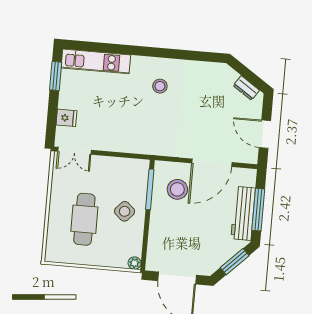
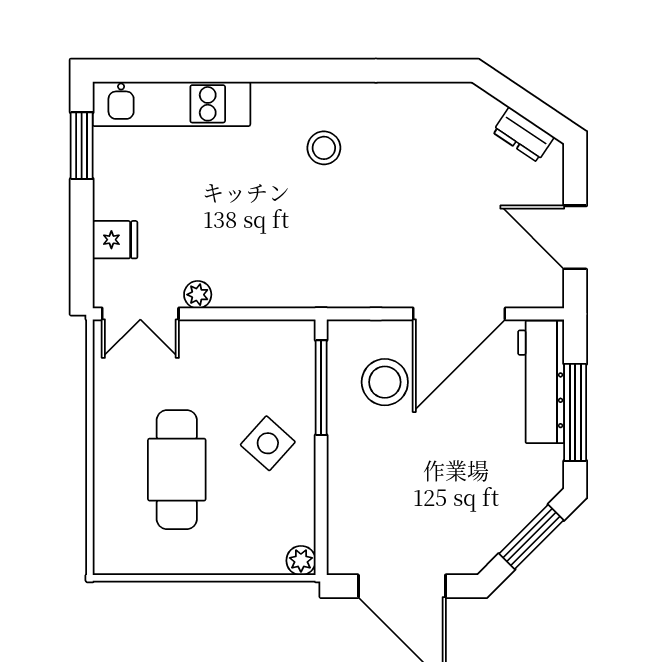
plant: (100, 145) -> (198, 295), added
workbench: (243, 213) -> (541, 382), moved

